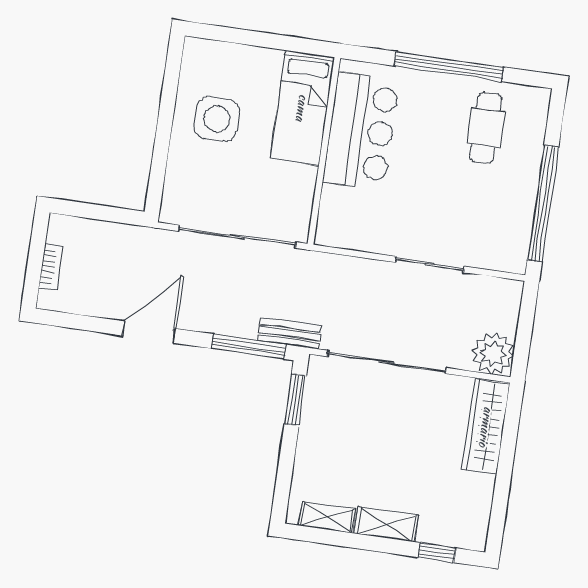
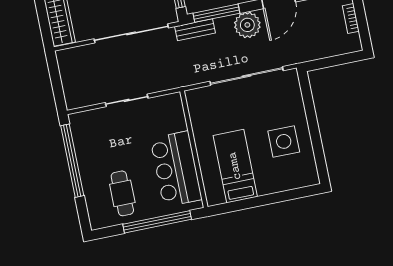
bar counter: (361, 131) -> (176, 169), moved
wall: (324, 151) -> (194, 149), moved
plant: (493, 353) -> (247, 25), moved

